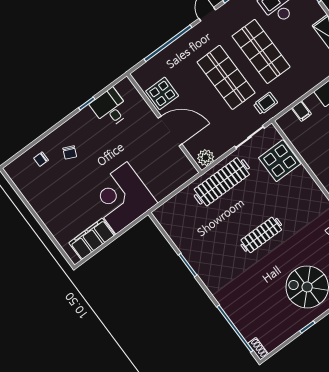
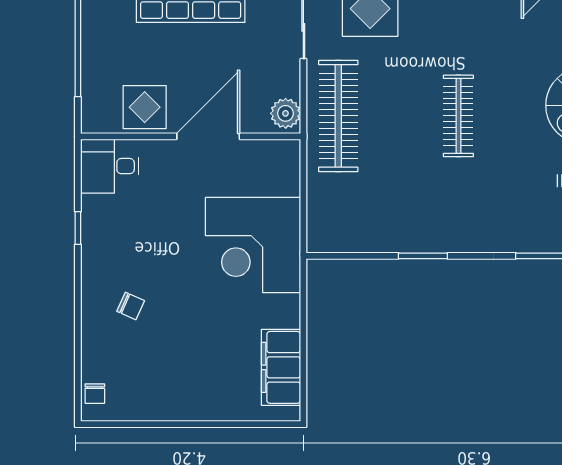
desk: (110, 108) -> (110, 166), moved
chair: (41, 159) -> (95, 394), moved
corner desk: (121, 198) -> (253, 245), moved

